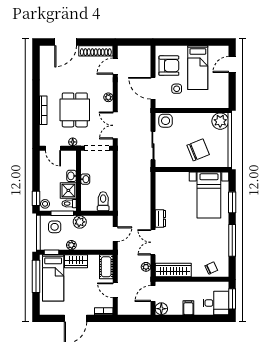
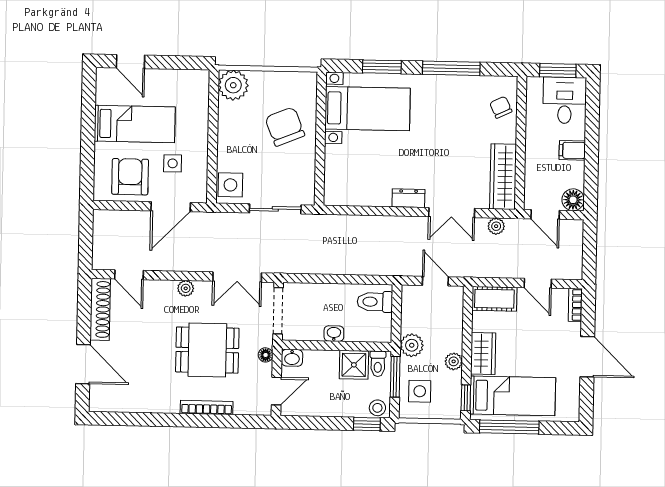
washbasin: (71, 176) -> (292, 358), moved
door: (115, 290) -> (538, 283), hinge flipped

